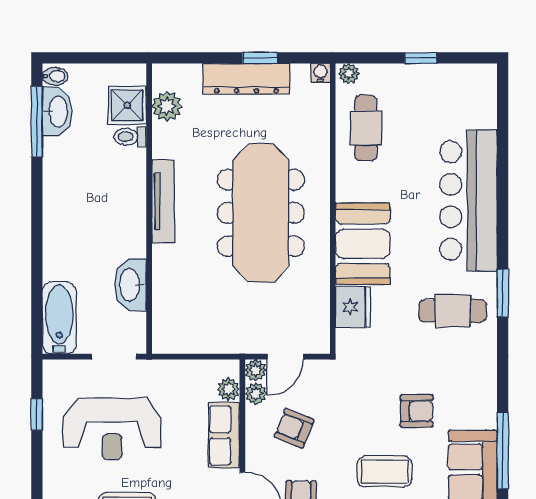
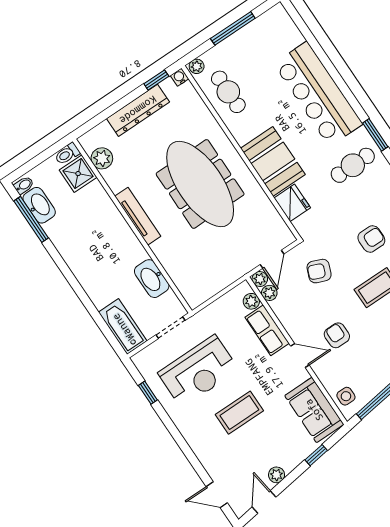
window: (260, 58) -> (156, 80), moved
window: (421, 58) -> (233, 28), width x2.17
toilet: (130, 137) -> (67, 154), moved
armchair: (294, 428) -> (319, 271), moved

